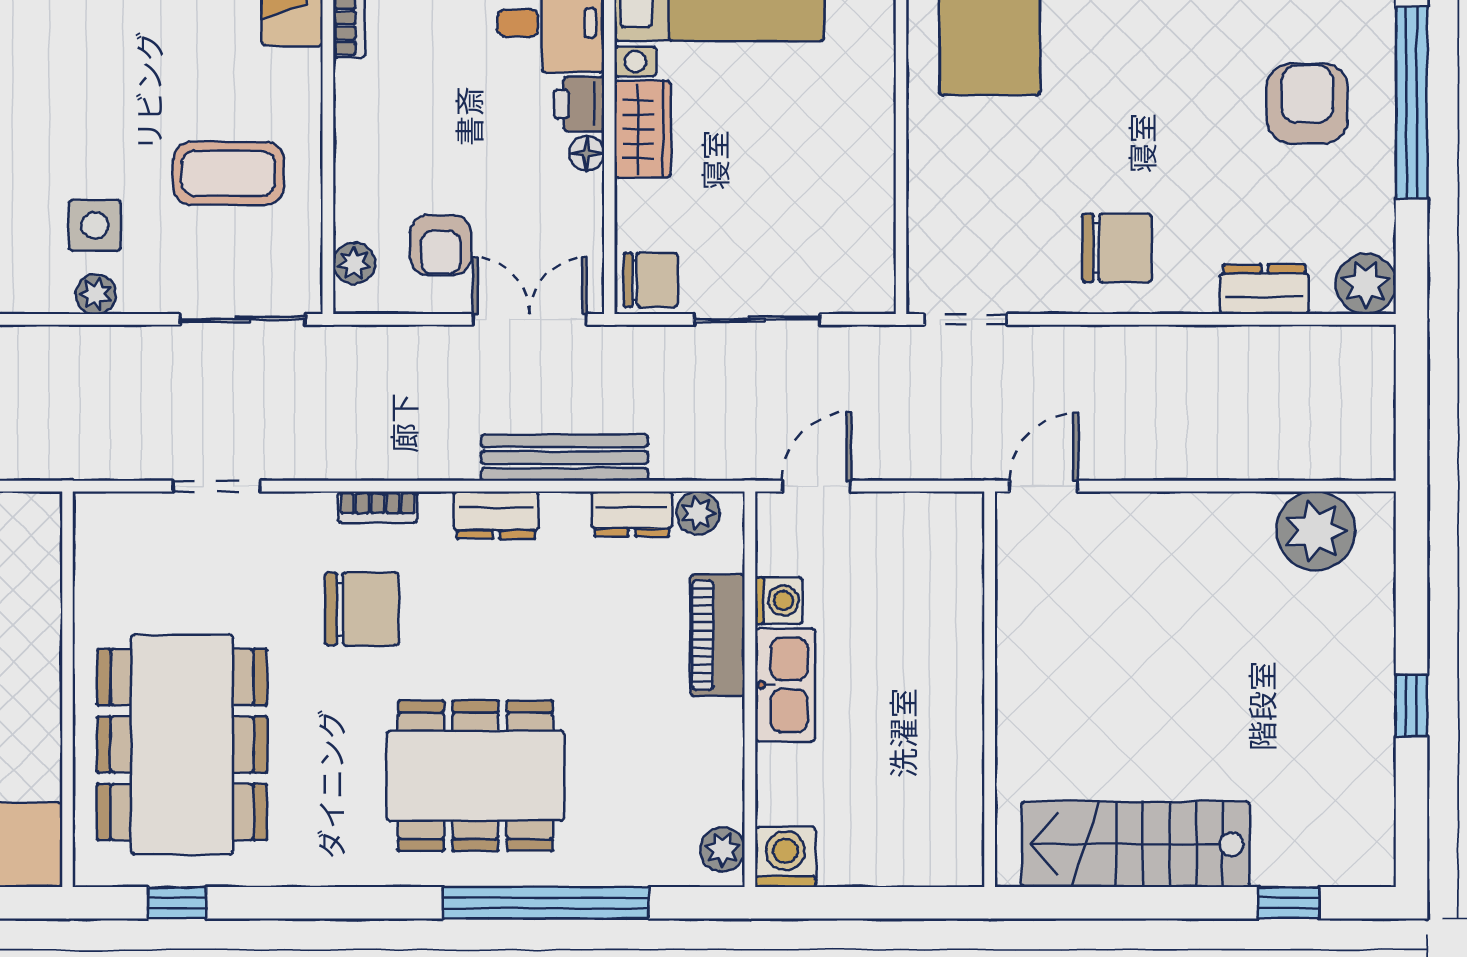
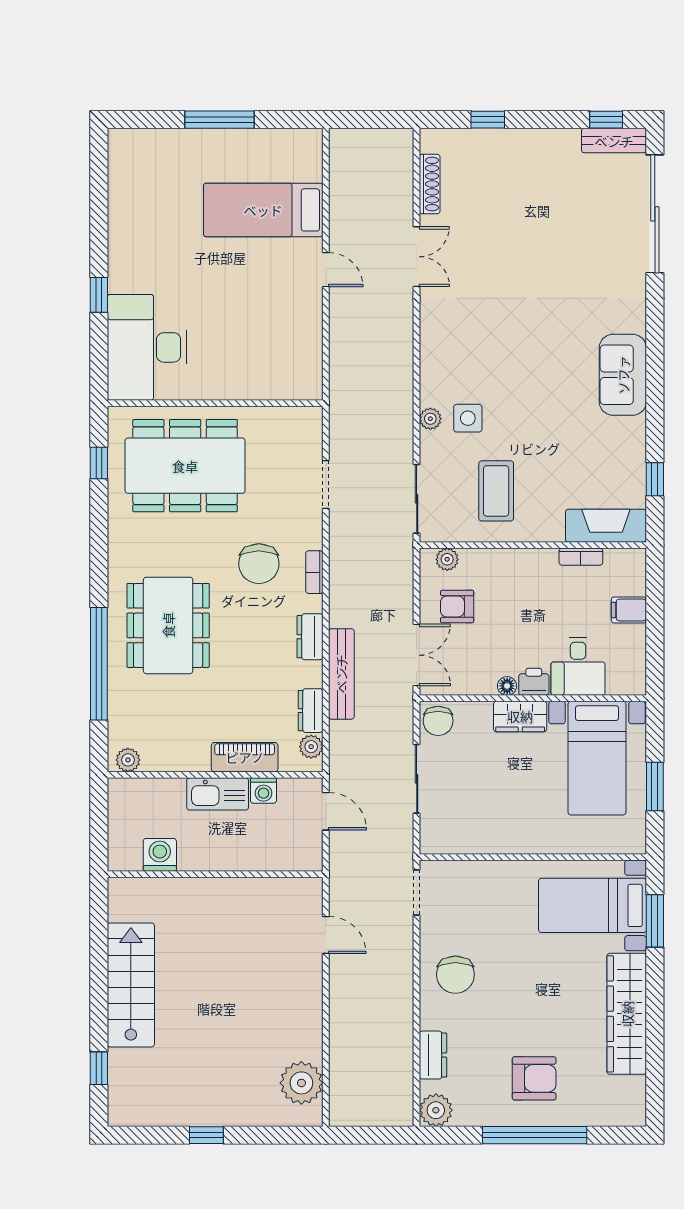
wall: (990, 689) -> (215, 874), moved
washing machine: (785, 857) -> (160, 855), moved, turned -90

